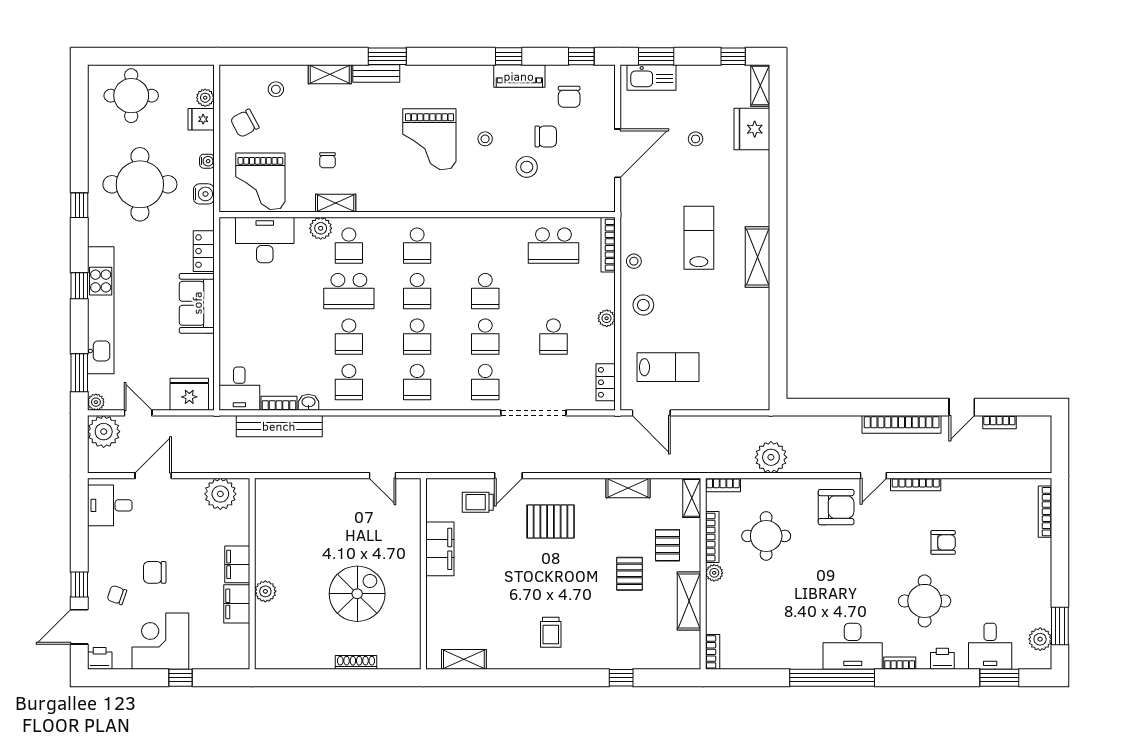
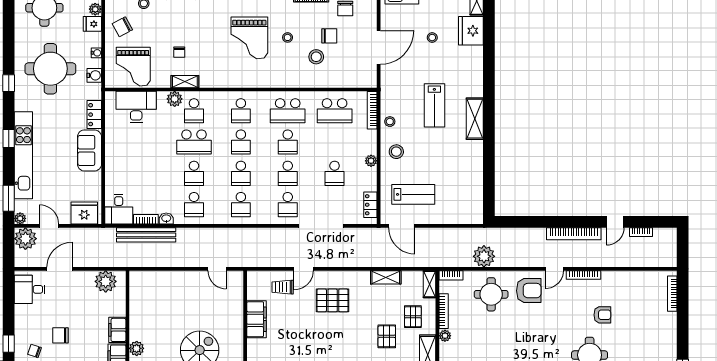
lab bench: (699, 238) -> (434, 105), turned 180
school desk: (485, 246) -> (288, 111), added
round table: (766, 536) -> (491, 294), moved

